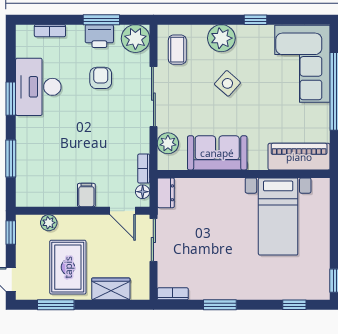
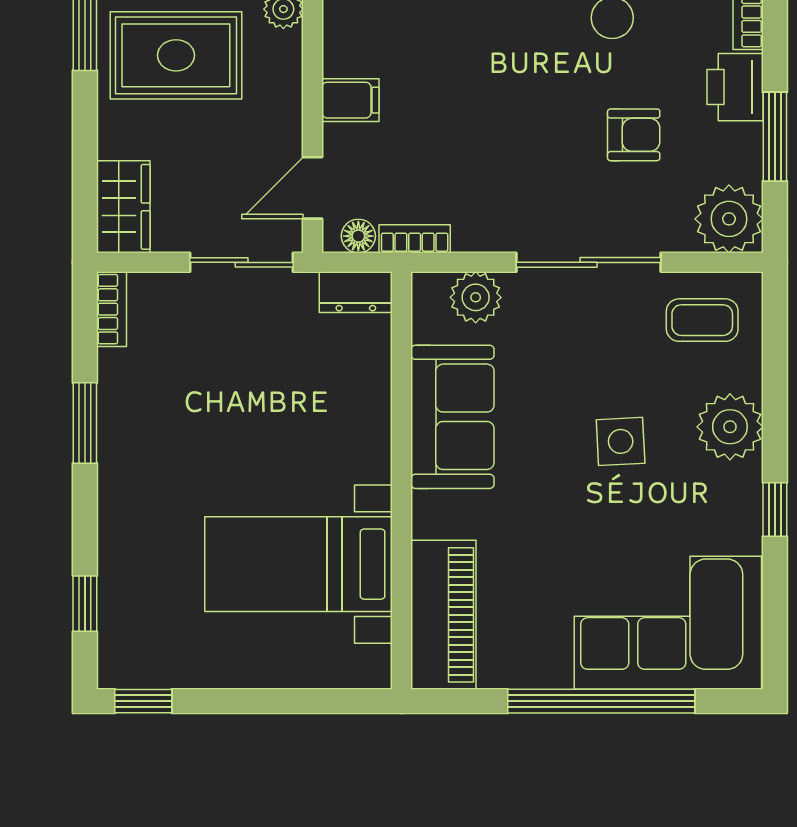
printer: (99, 36) -> (735, 87), moved
side table: (227, 83) -> (621, 441), turned 45
wardrobe: (111, 289) -> (123, 207), moved

